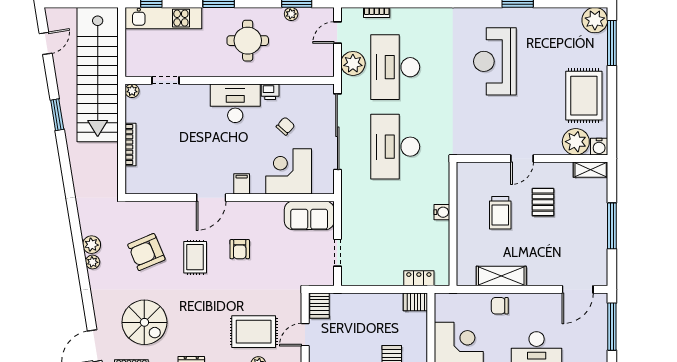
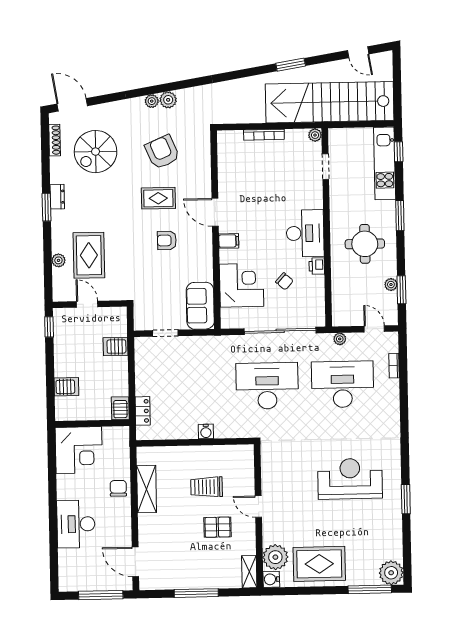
plant: (353, 63) -> (340, 339), width x0.53, depth x0.53
server rack: (319, 306) -> (115, 347), moved

